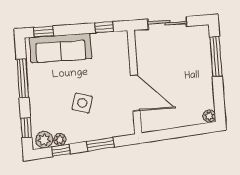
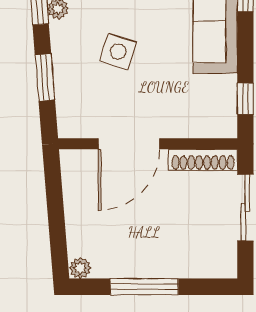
shoe rack: (141, 49) -> (203, 160), added
window: (216, 56) -> (144, 287), moved

